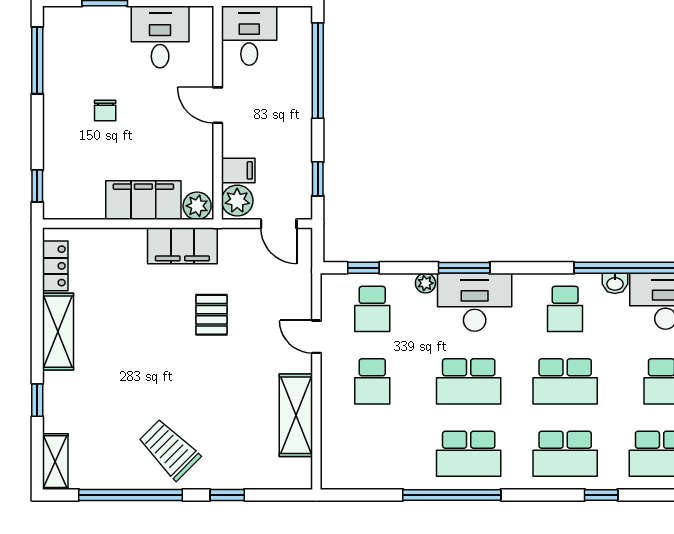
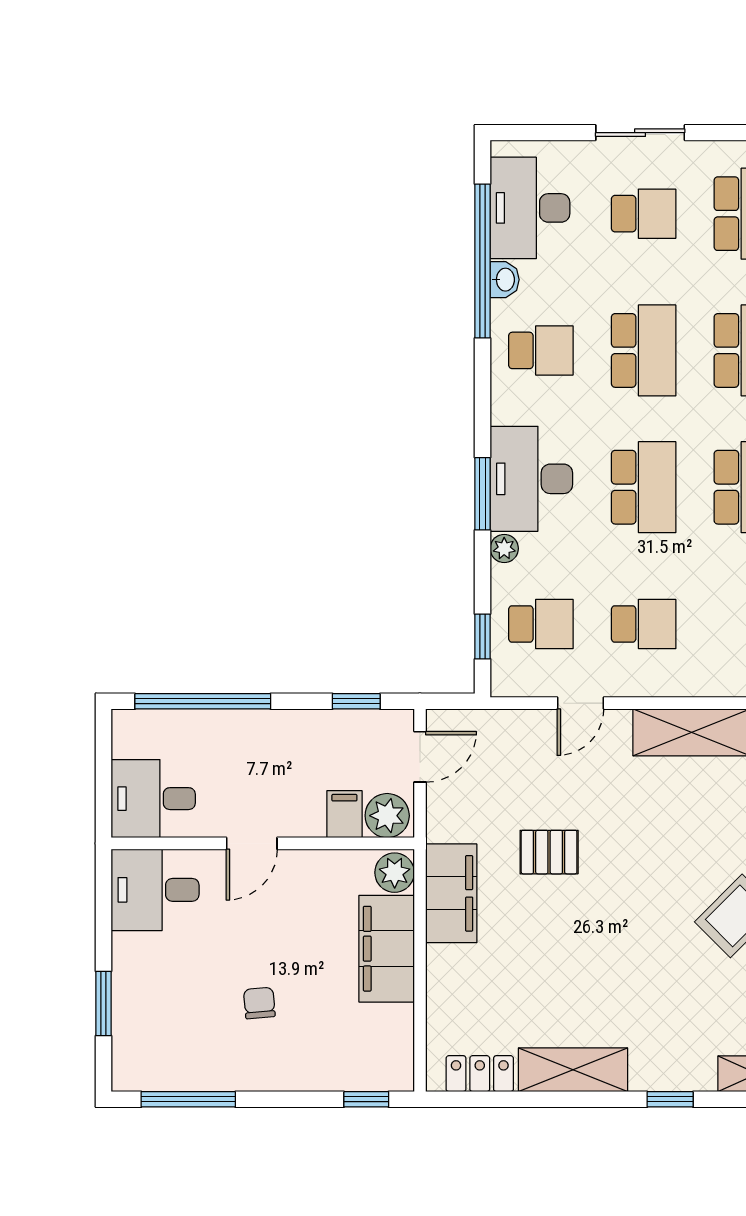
desk: (160, 37) -> (155, 890), moved
chair: (105, 111) -> (259, 1003), turned -95

